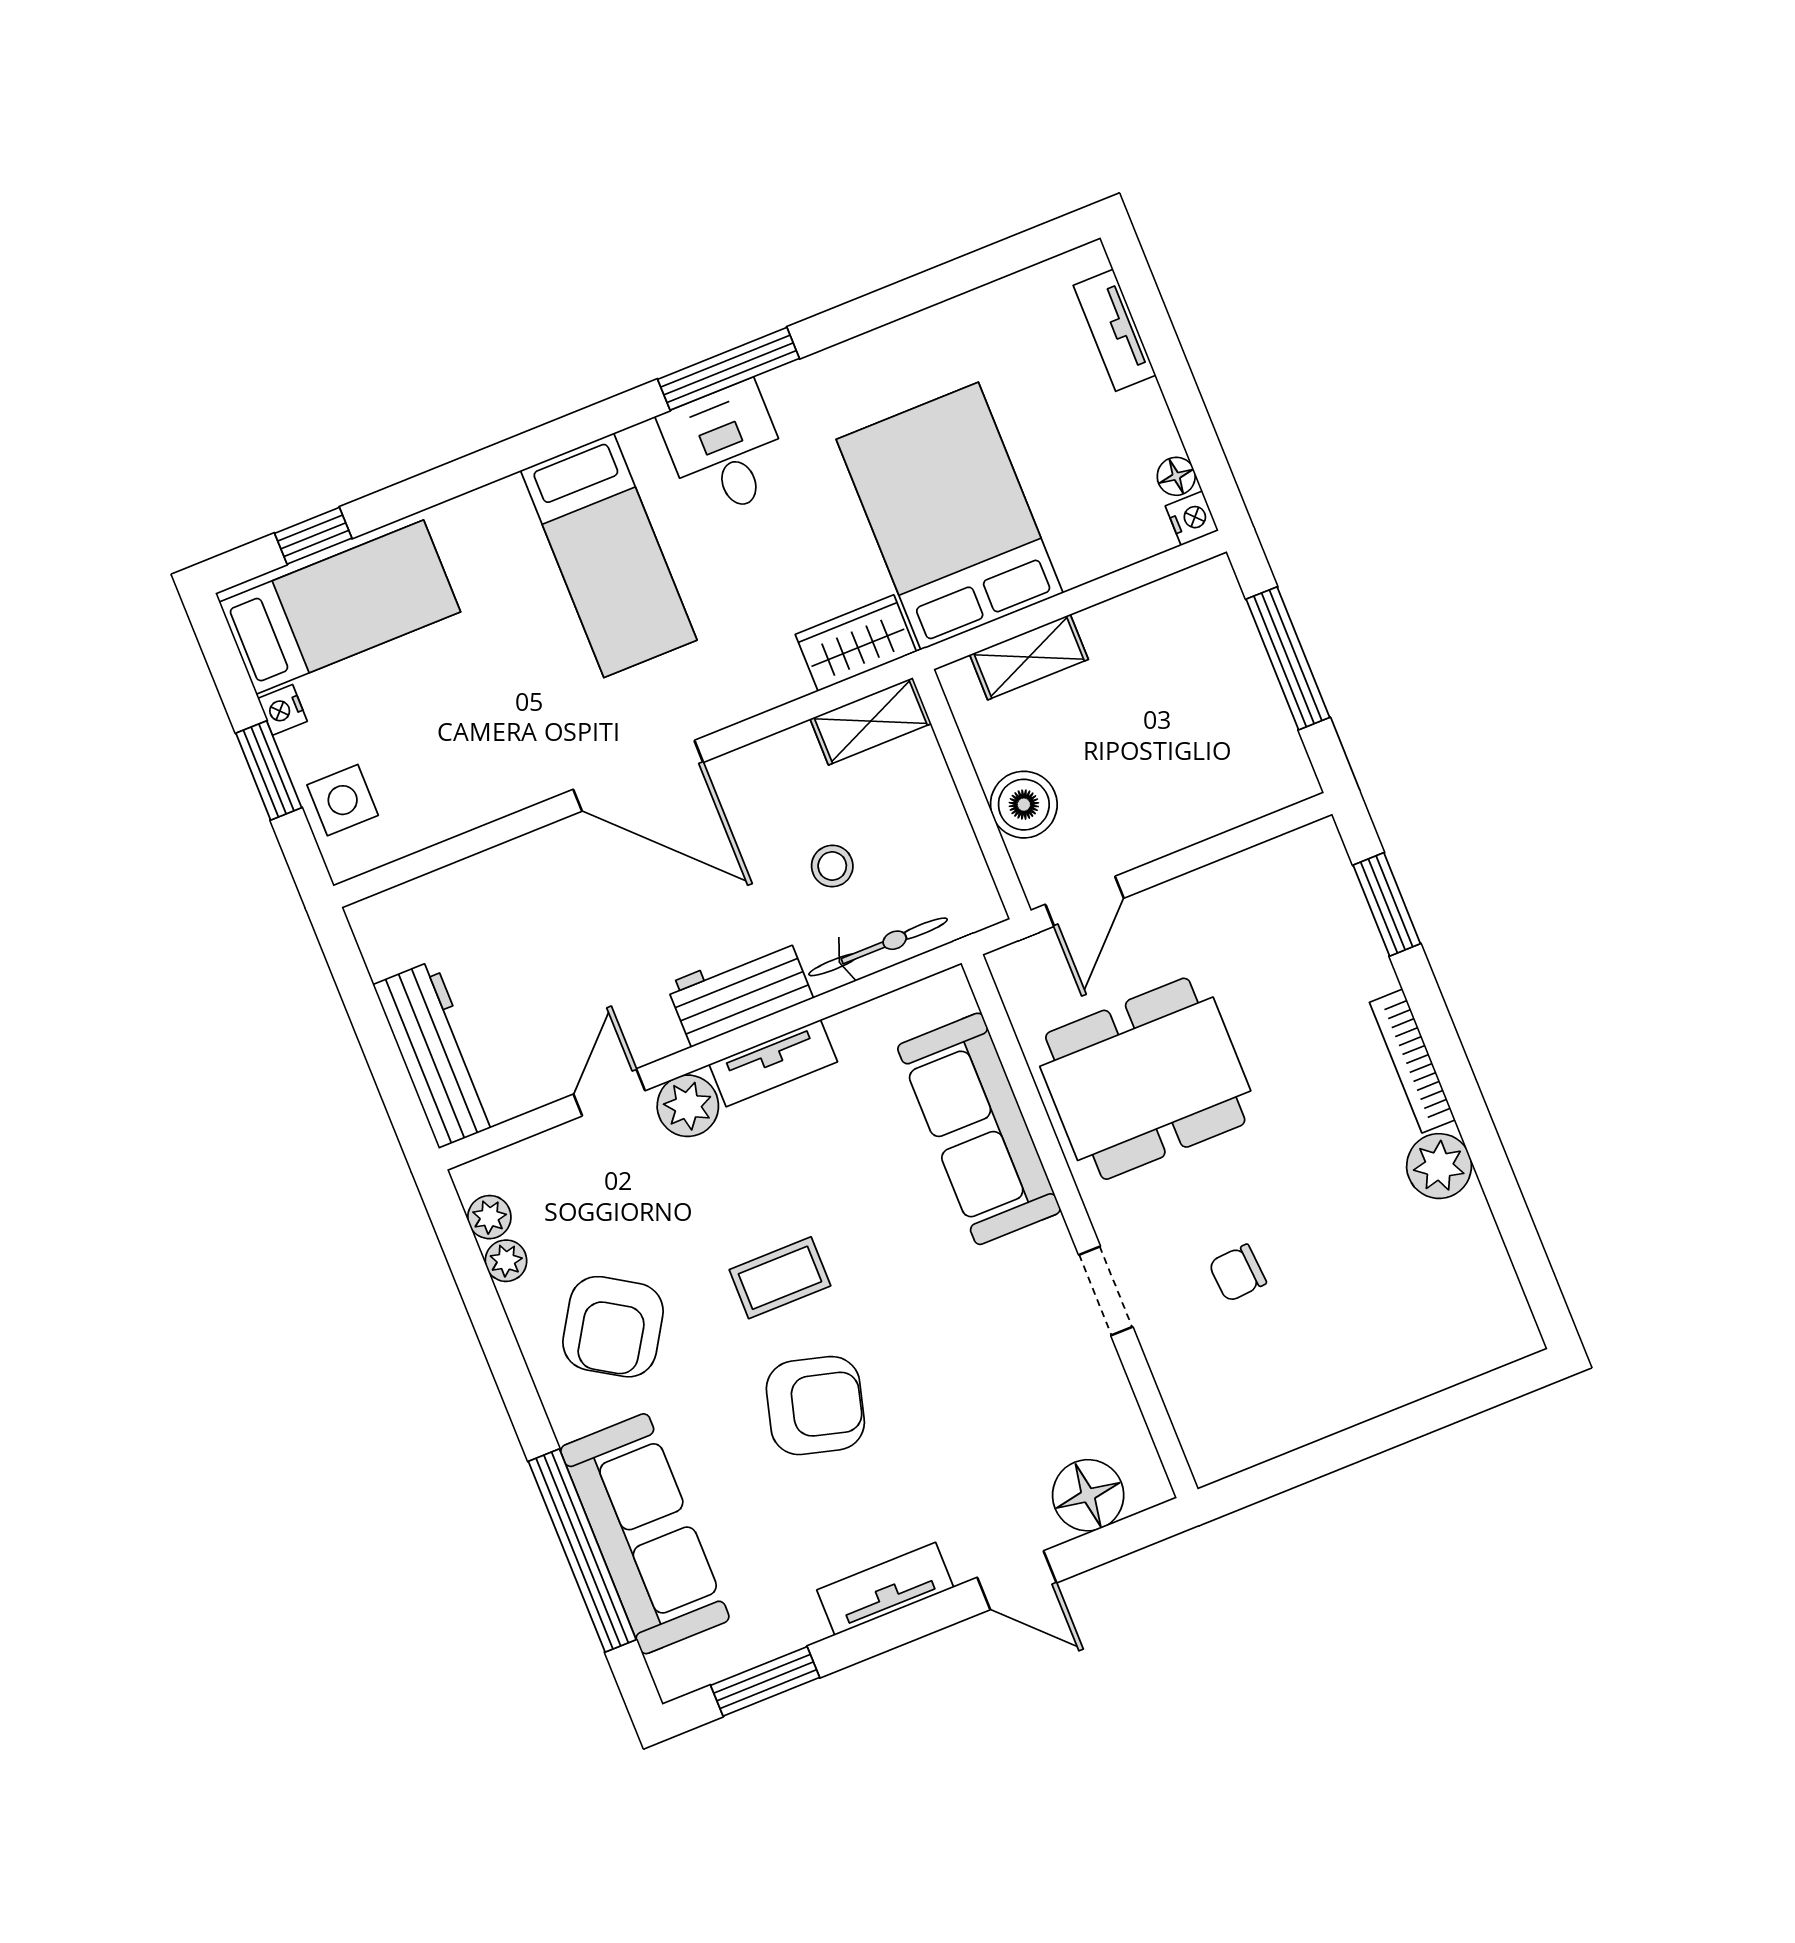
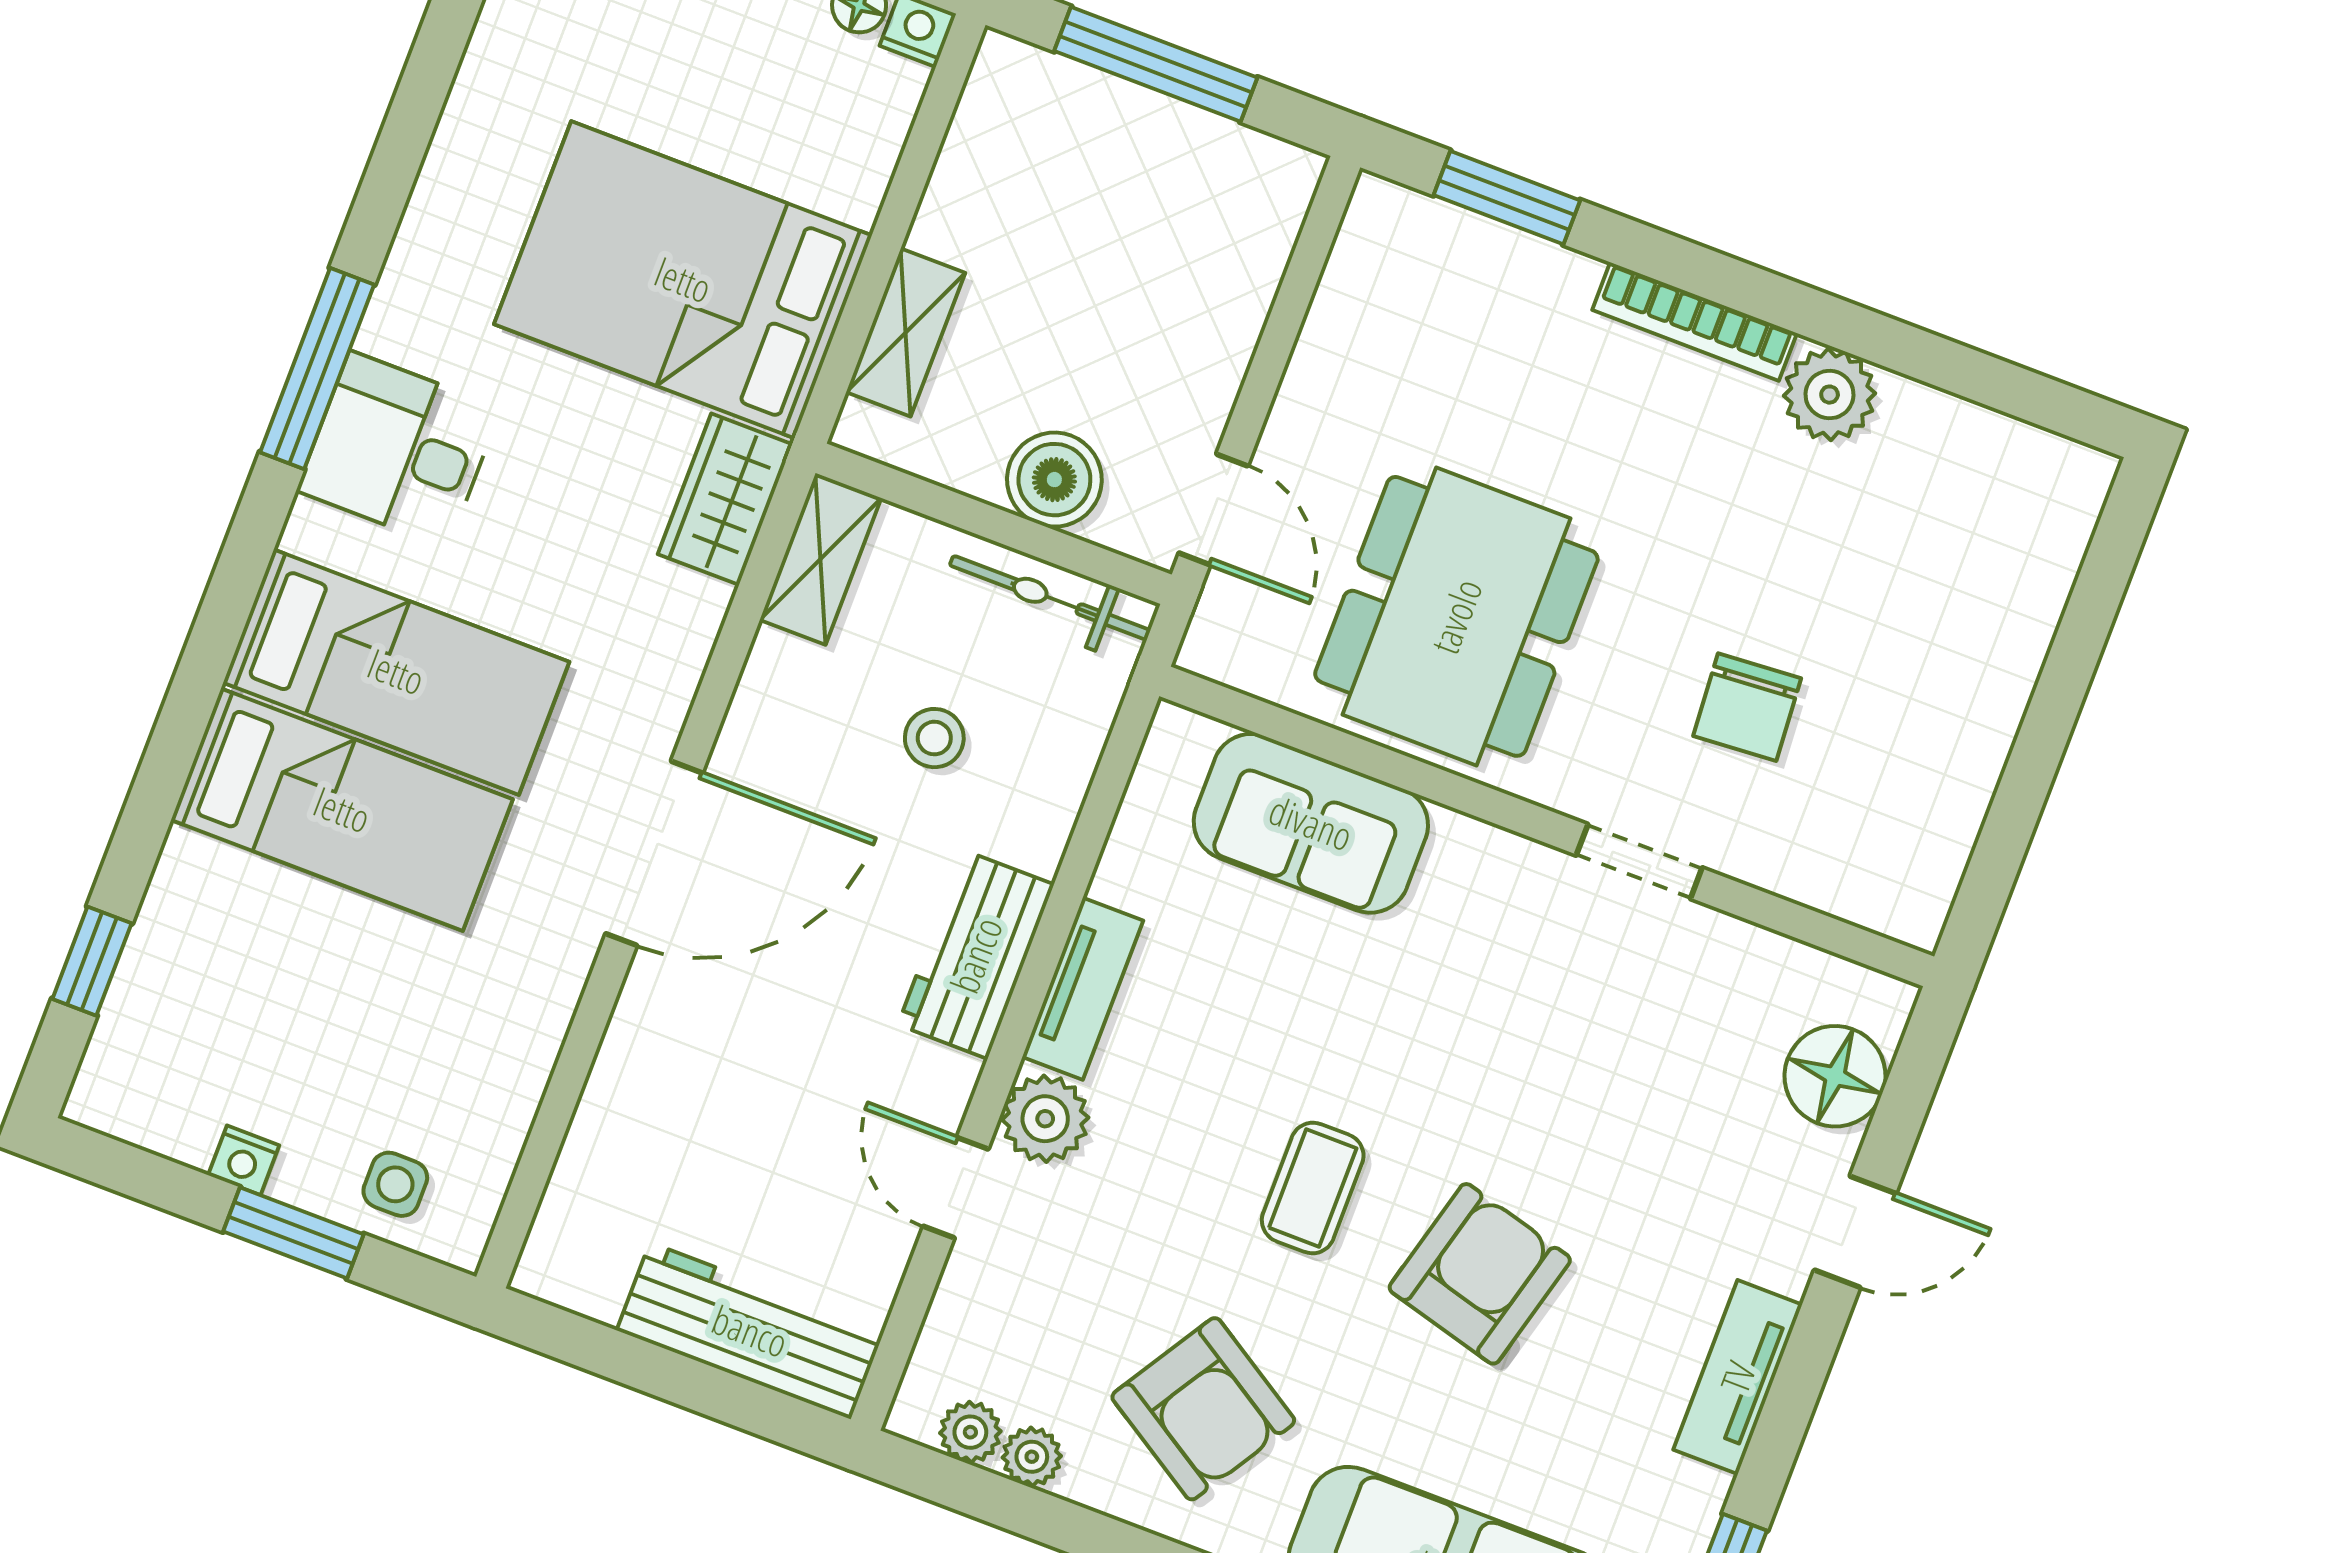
bed: (340, 607) -> (342, 810), moved, turned 90
side table: (343, 800) -> (395, 1184), width x0.73, depth x0.73
bicycle: (878, 947) -> (1050, 598), moved, turned -90
sofa: (979, 1129) -> (1311, 823), width x0.73
chair: (1237, 1273) -> (1747, 707), width x1.37, depth x1.37

